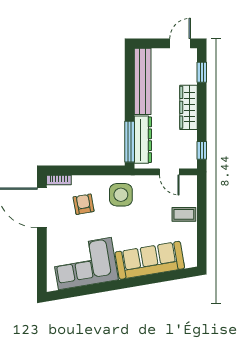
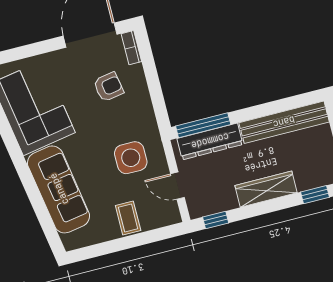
door: (169, 172) -> (178, 186), hinge flipped
side table: (121, 195) -> (131, 158), moved

